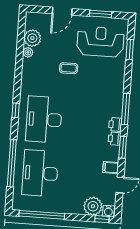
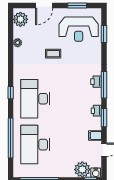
plant: (32, 38) -> (20, 19), moved
reception desk: (100, 42) -> (79, 29), turned 180
printer: (115, 124) -> (96, 82), moved

